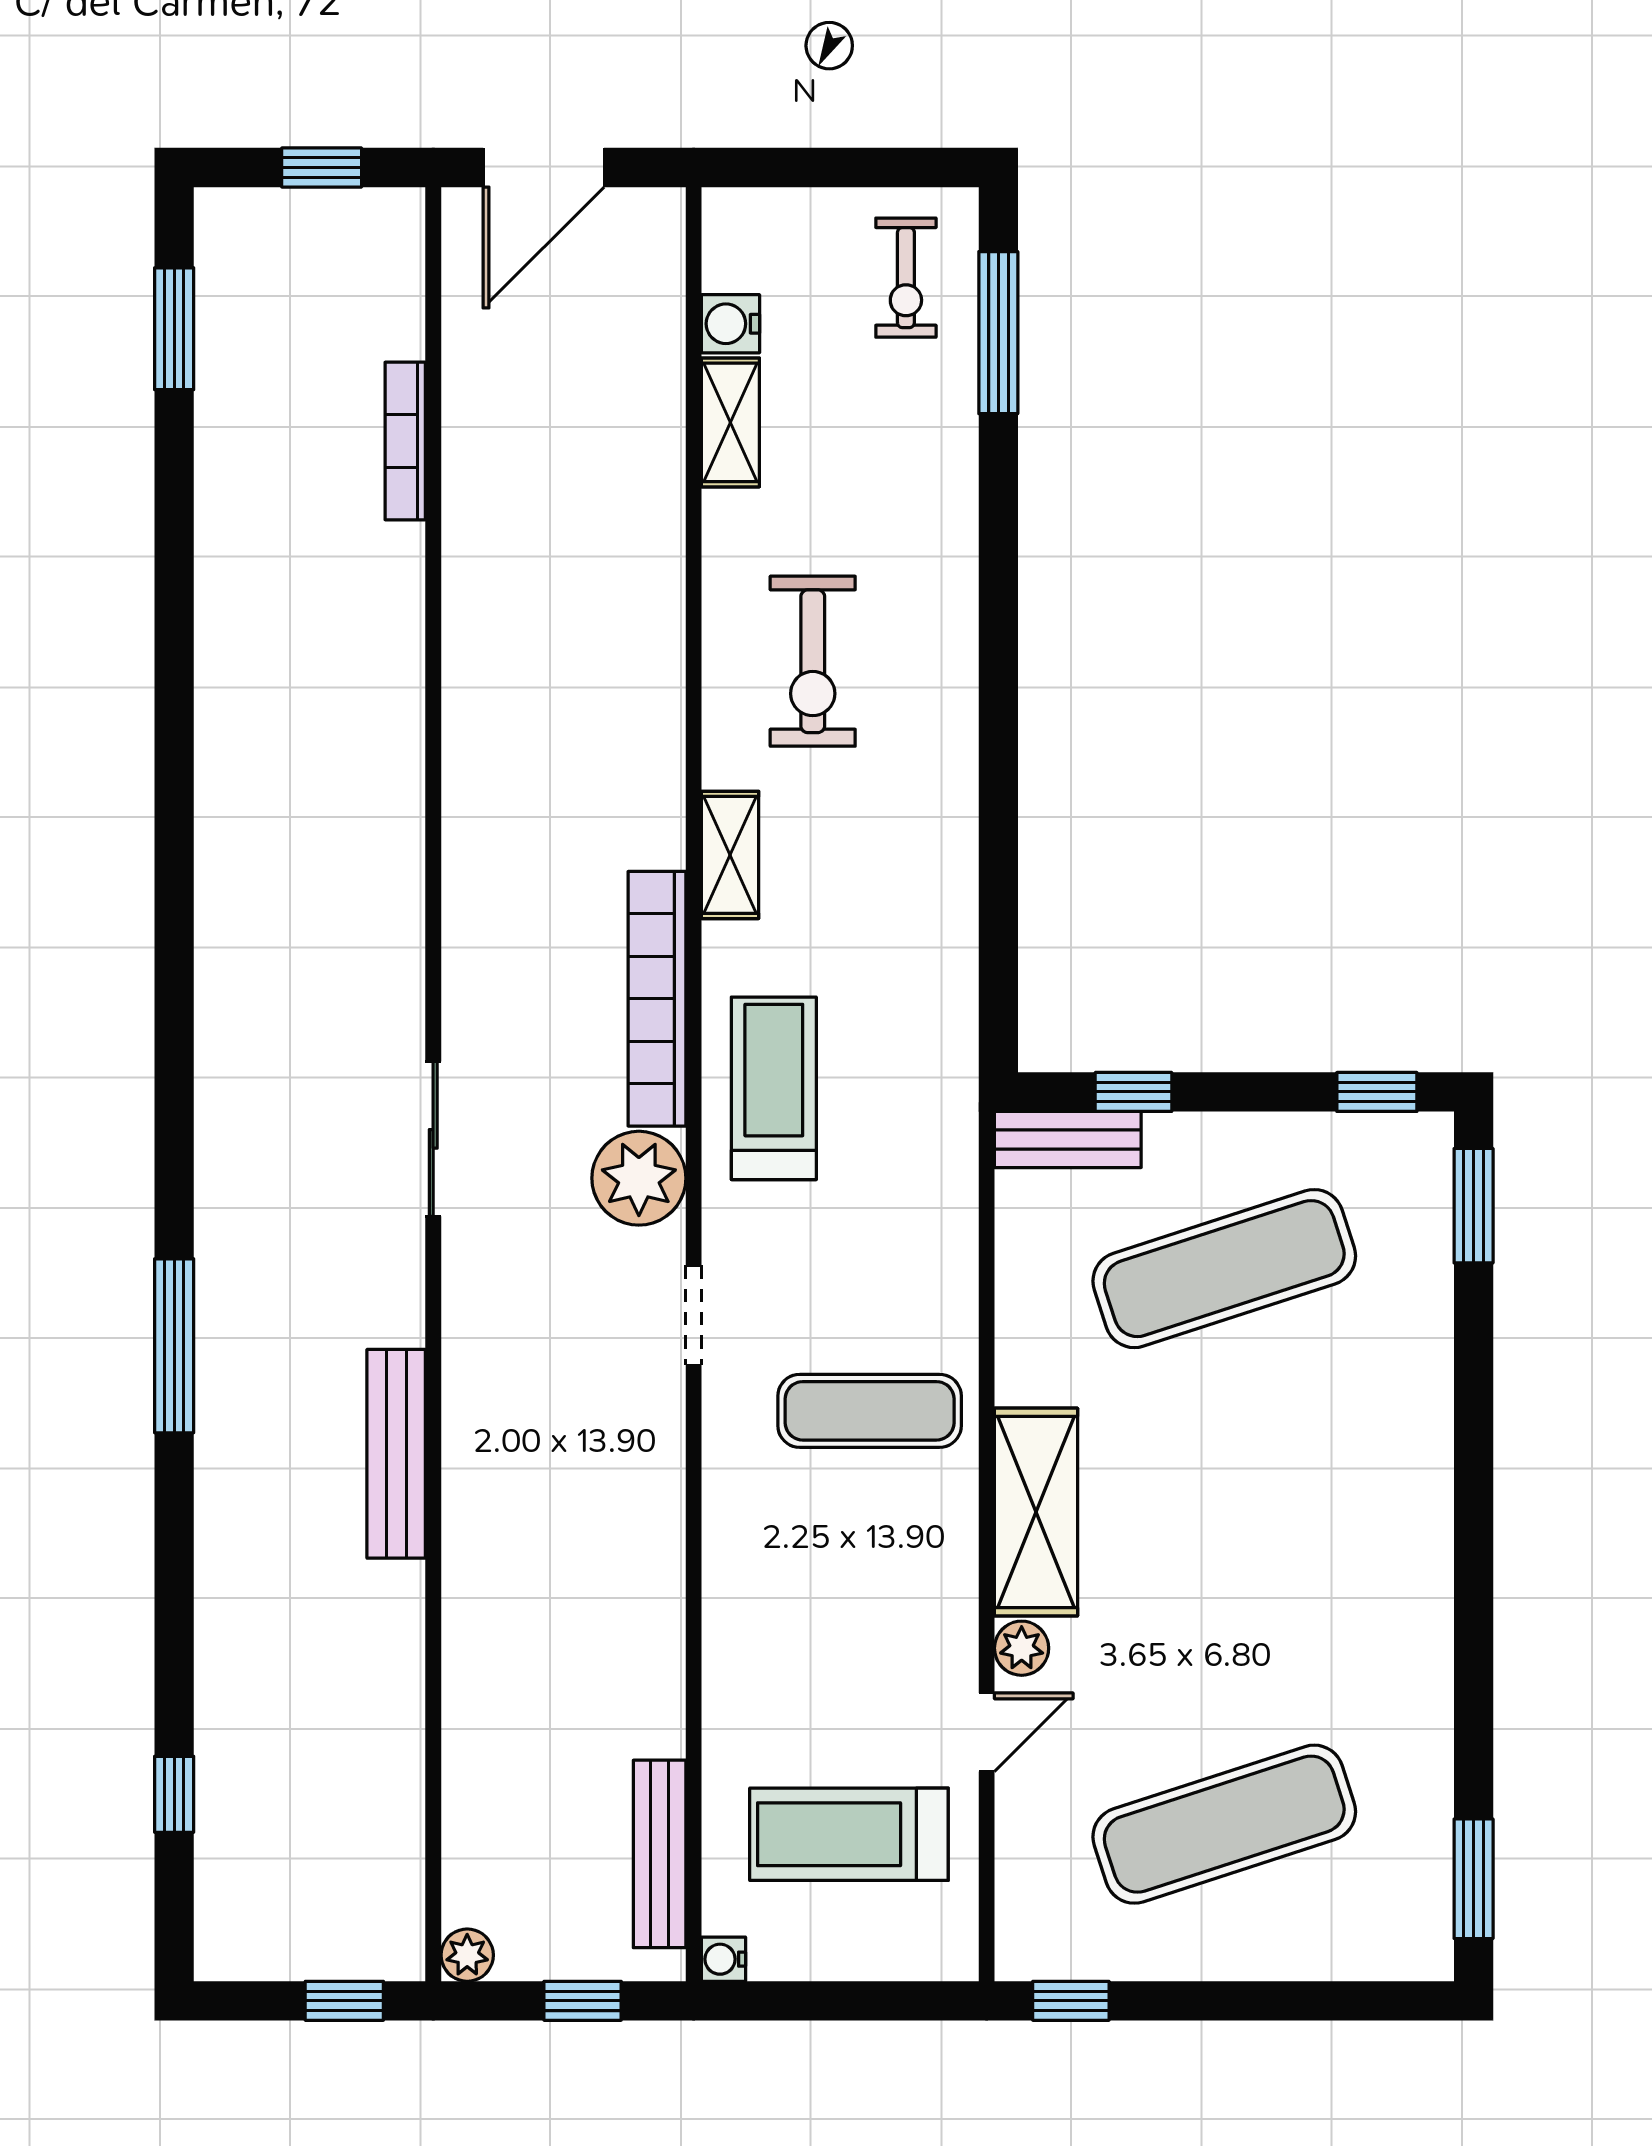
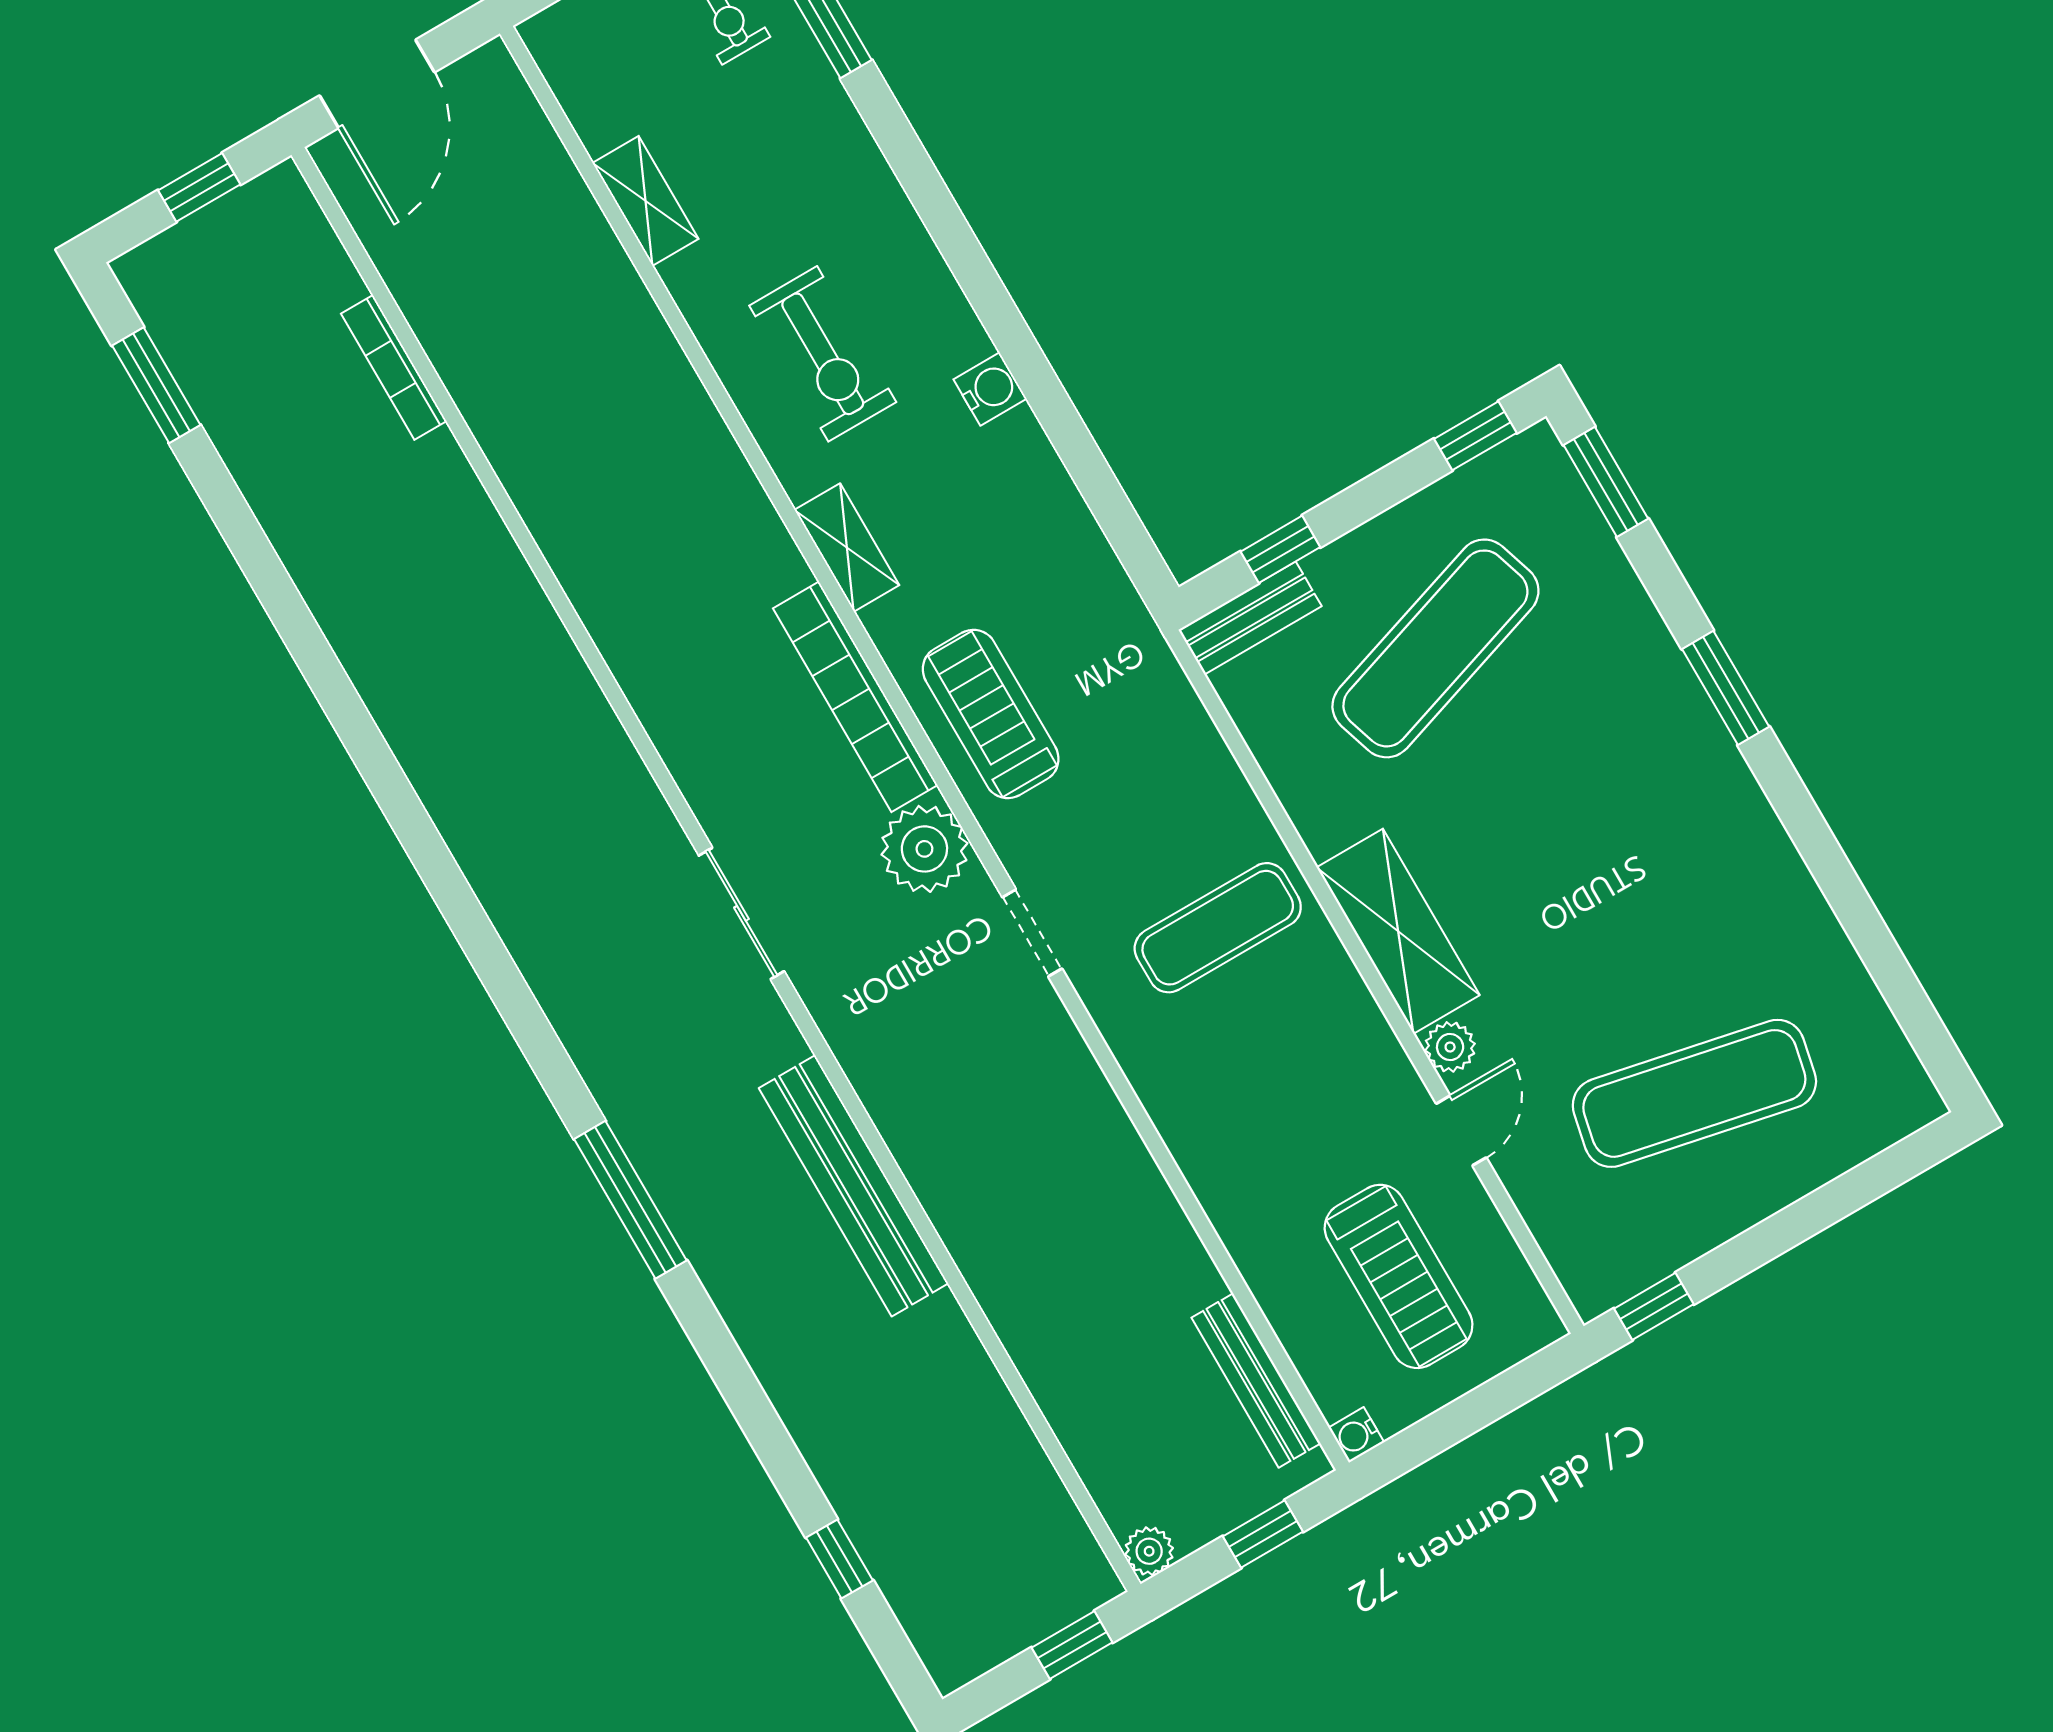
water cooler: (731, 324) -> (990, 389), moved, turned 180
bench: (396, 1454) -> (854, 1186), width x1.37, depth x1.21
exercise mat: (1224, 1824) -> (1694, 1093), turned 30
treadmill: (849, 1834) -> (1399, 1276), turned -90
window: (1474, 1879) -> (1726, 688), moved

